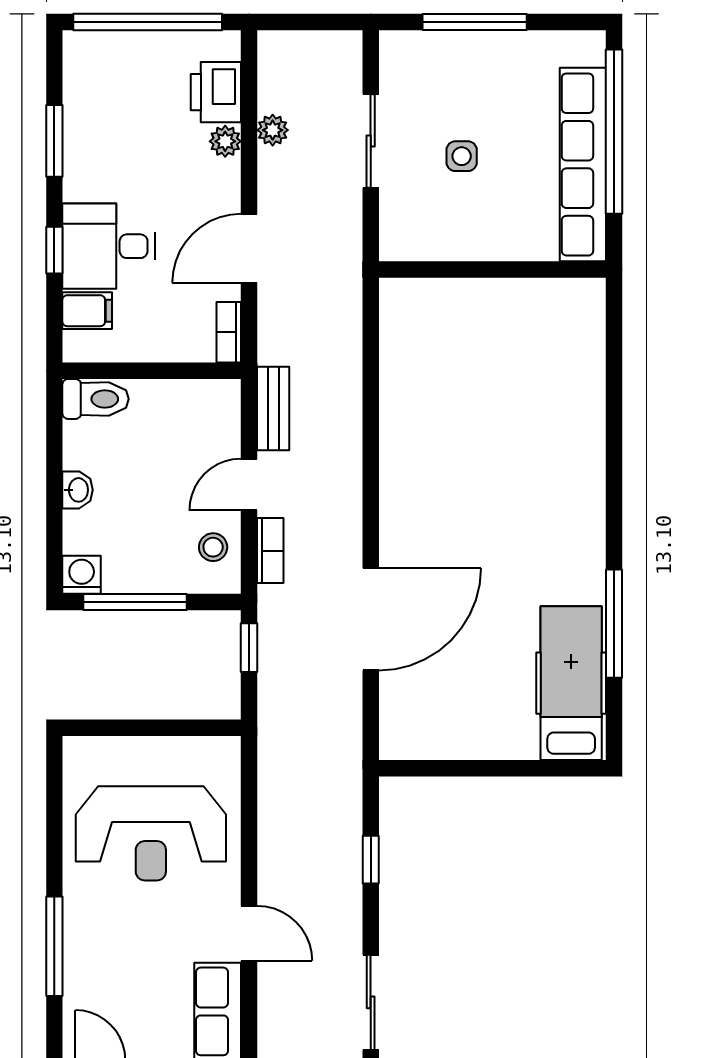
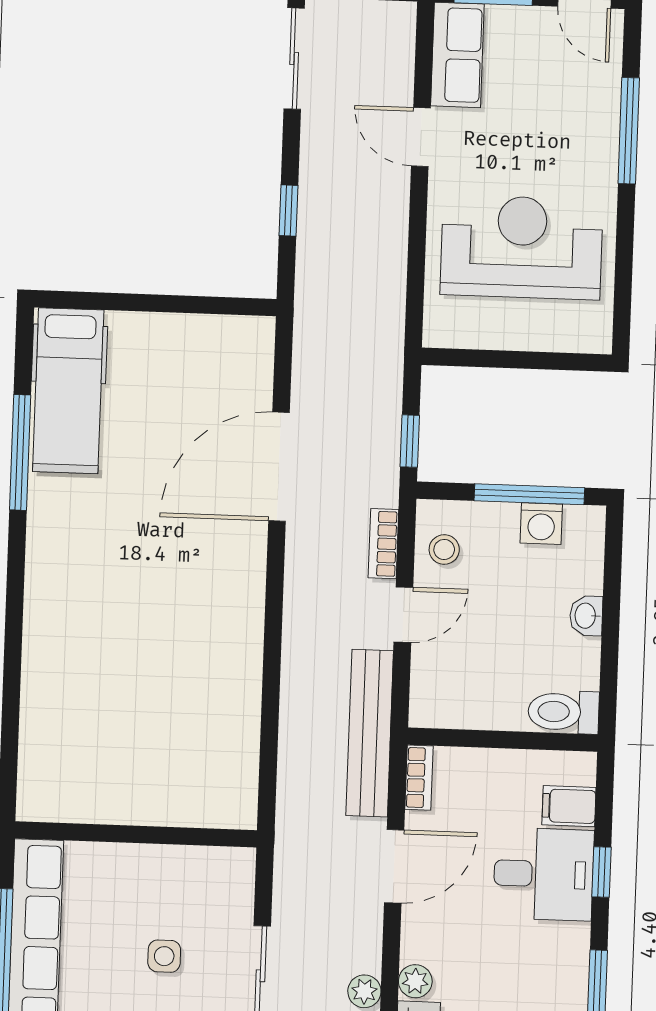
bench: (273, 409) -> (370, 733), width x1.86, depth x1.21
washing machine: (82, 575) -> (541, 524), moved

